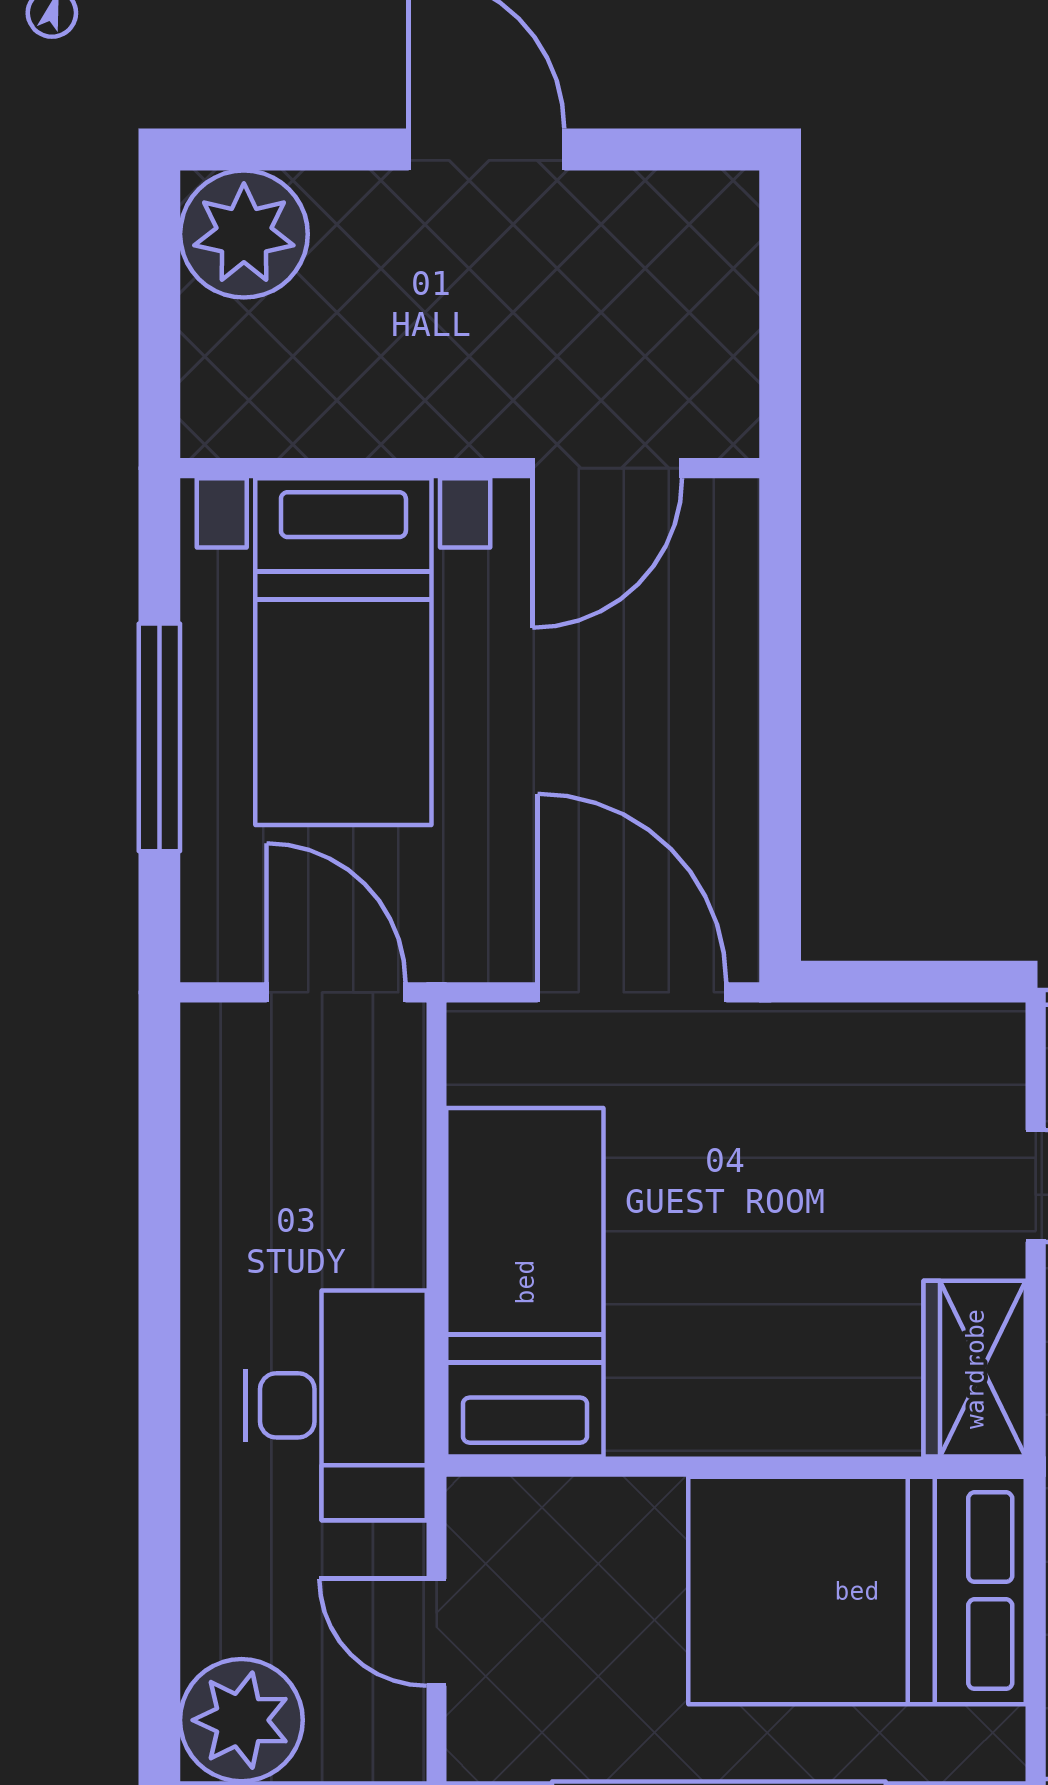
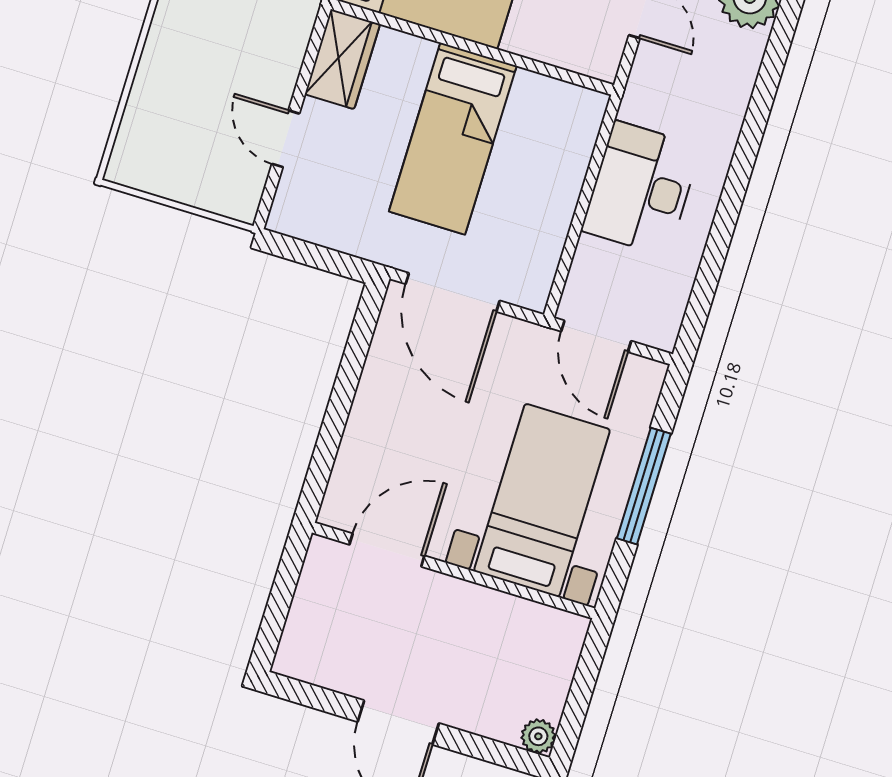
plant: (244, 234) -> (538, 736), width x0.53, depth x0.53
bed: (525, 1282) -> (453, 139), moved
desk: (336, 1405) -> (641, 188), moved

